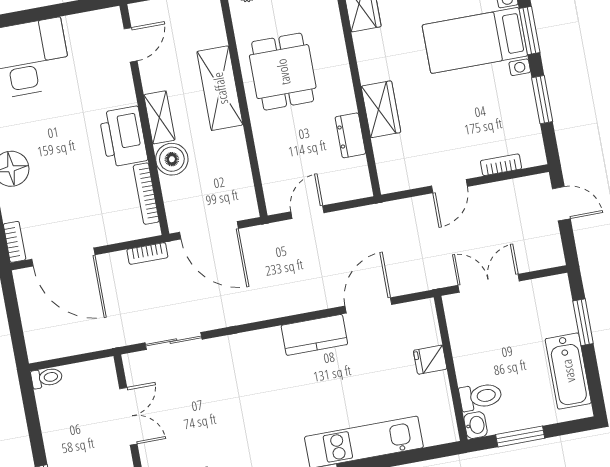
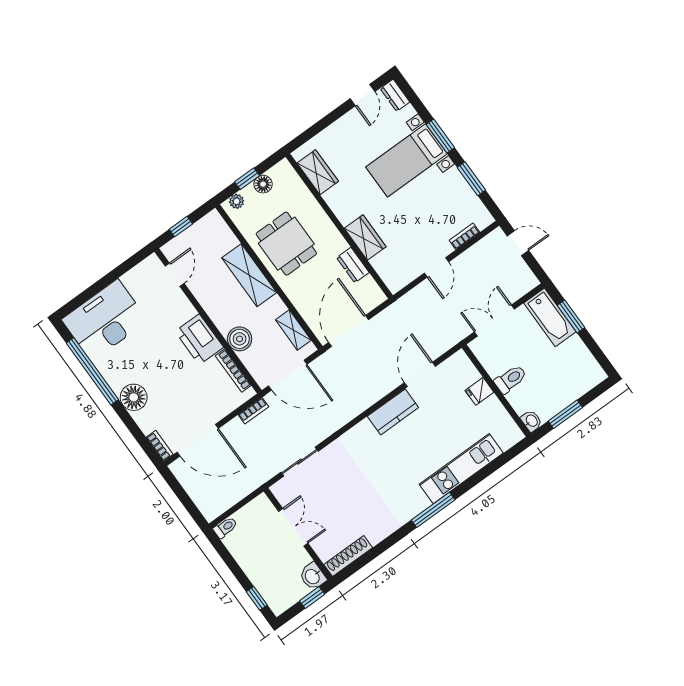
shelving: (159, 117) -> (293, 330), moved
door: (307, 212) -> (349, 331), width x1.88
bathtub: (568, 371) -> (550, 317), moved
toilet: (481, 396) -> (510, 379), moved

